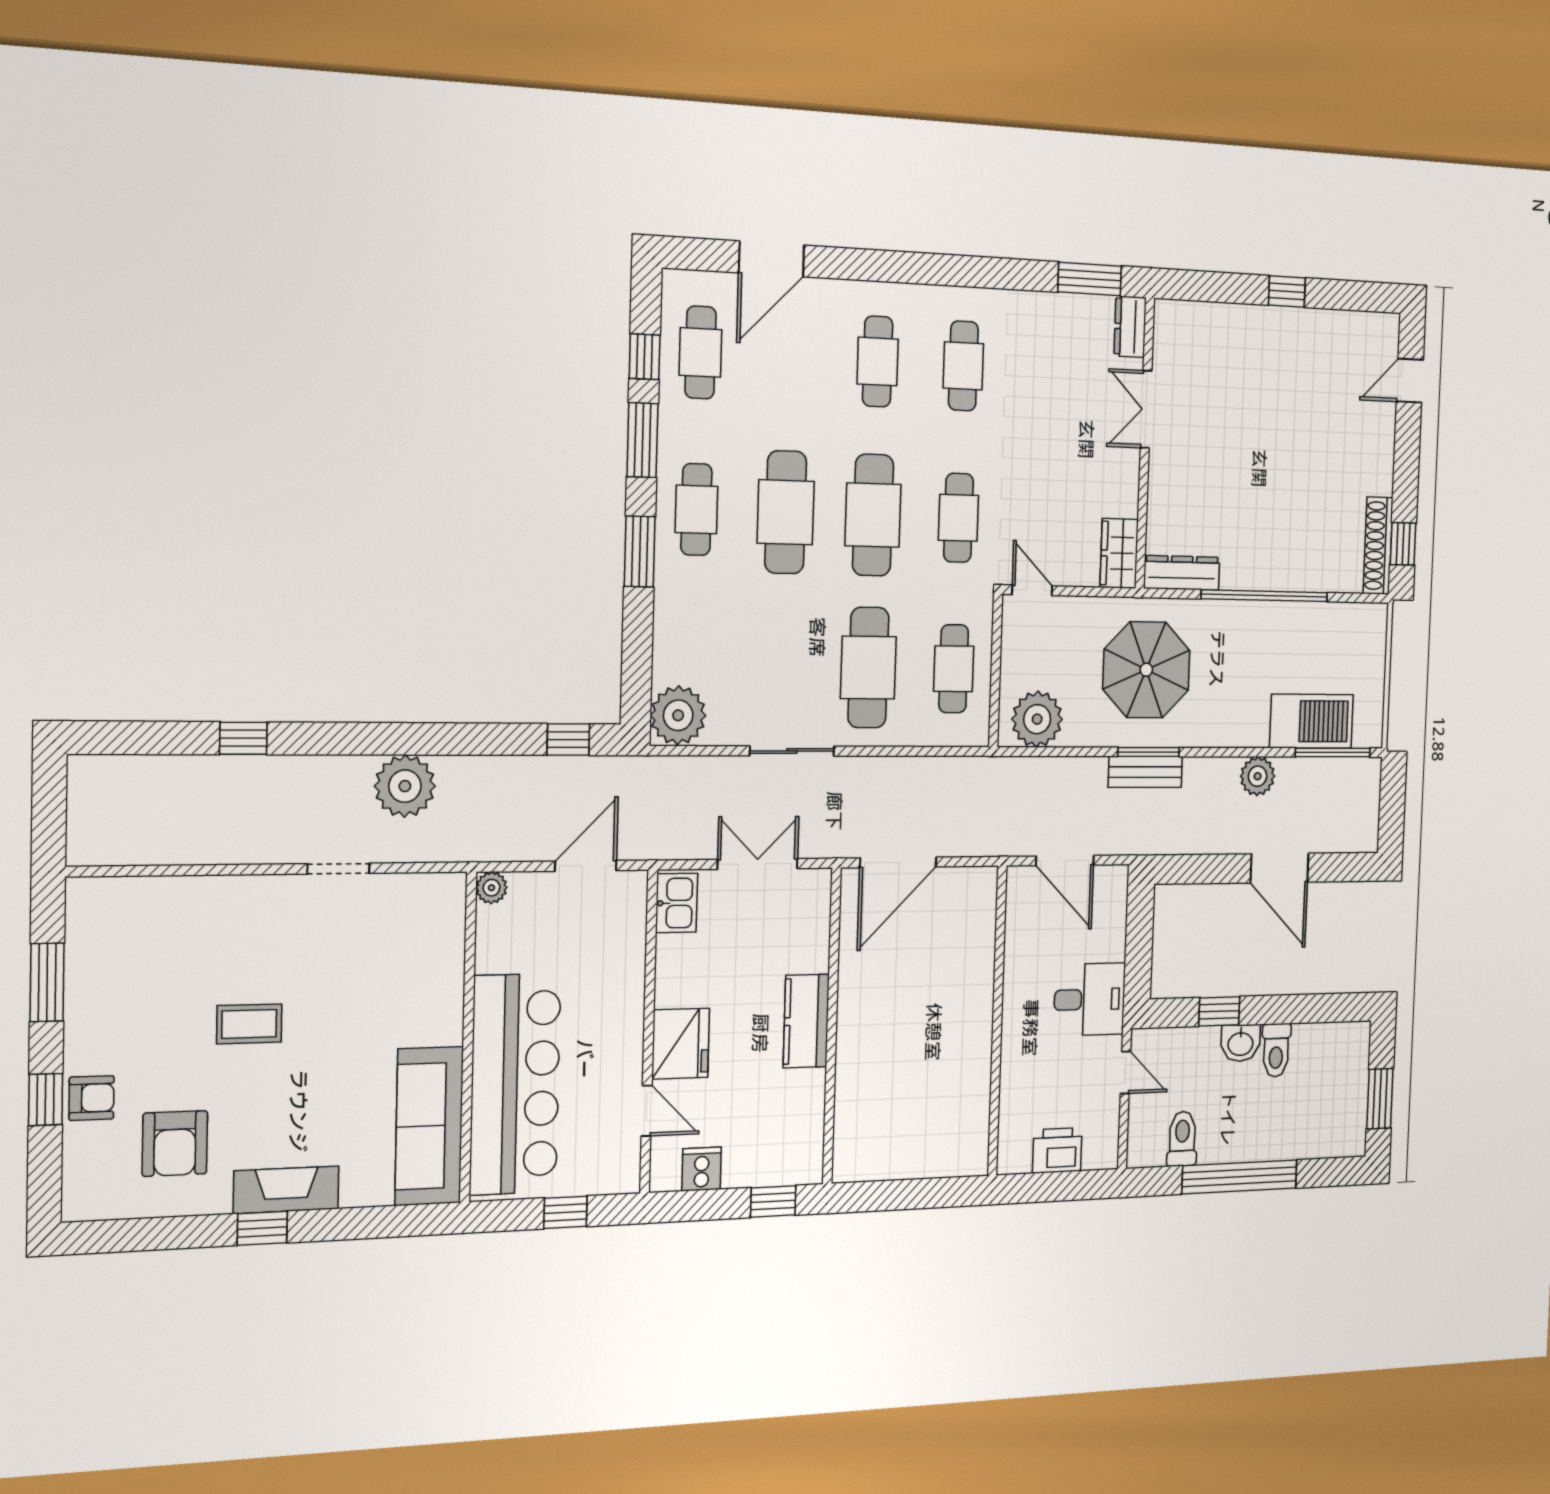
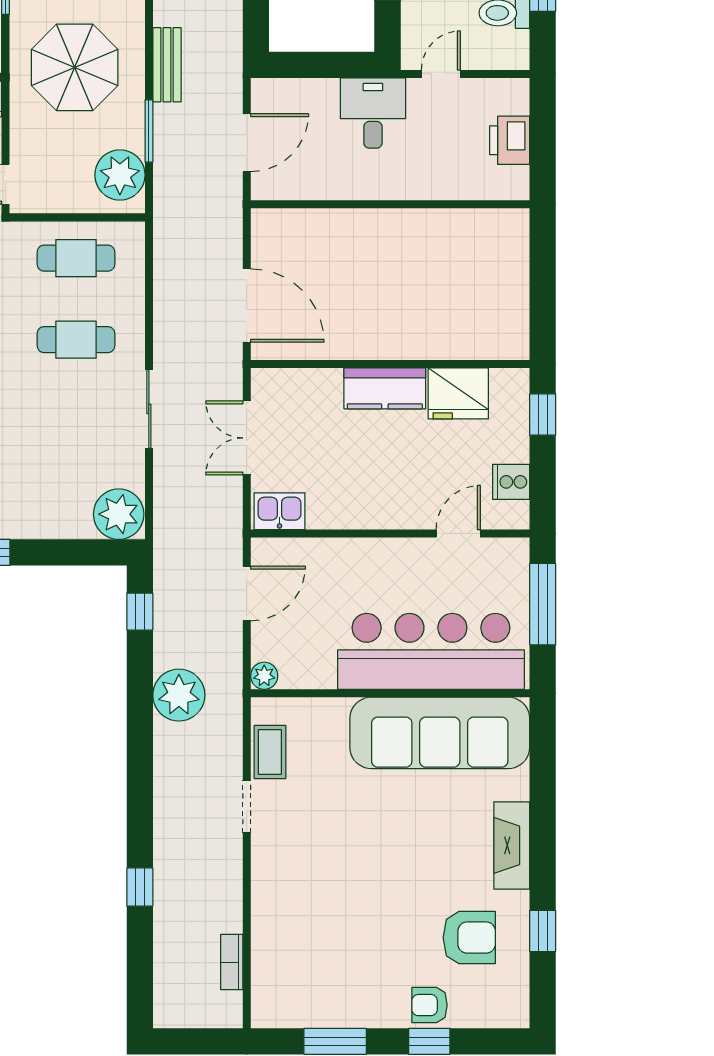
cafe table: (868, 668) -> (76, 340), width x0.73, depth x0.74
window: (1149, 752) -> (149, 131), moved
plant: (405, 786) -> (179, 695), moved
bookcase: (149, 852) -> (232, 962), added
door: (586, 866) -> (247, 594), swing flipped
coffee table: (249, 1024) -> (270, 752), moved
fridge: (681, 1044) -> (458, 393), moved, turned 180
armchair: (92, 1098) -> (430, 1005), turned -90
sofa: (429, 1126) -> (440, 733), width x1.36, depth x1.27
window: (565, 1212) -> (543, 604), width x2.17
window: (262, 1228) -> (543, 931), moved

